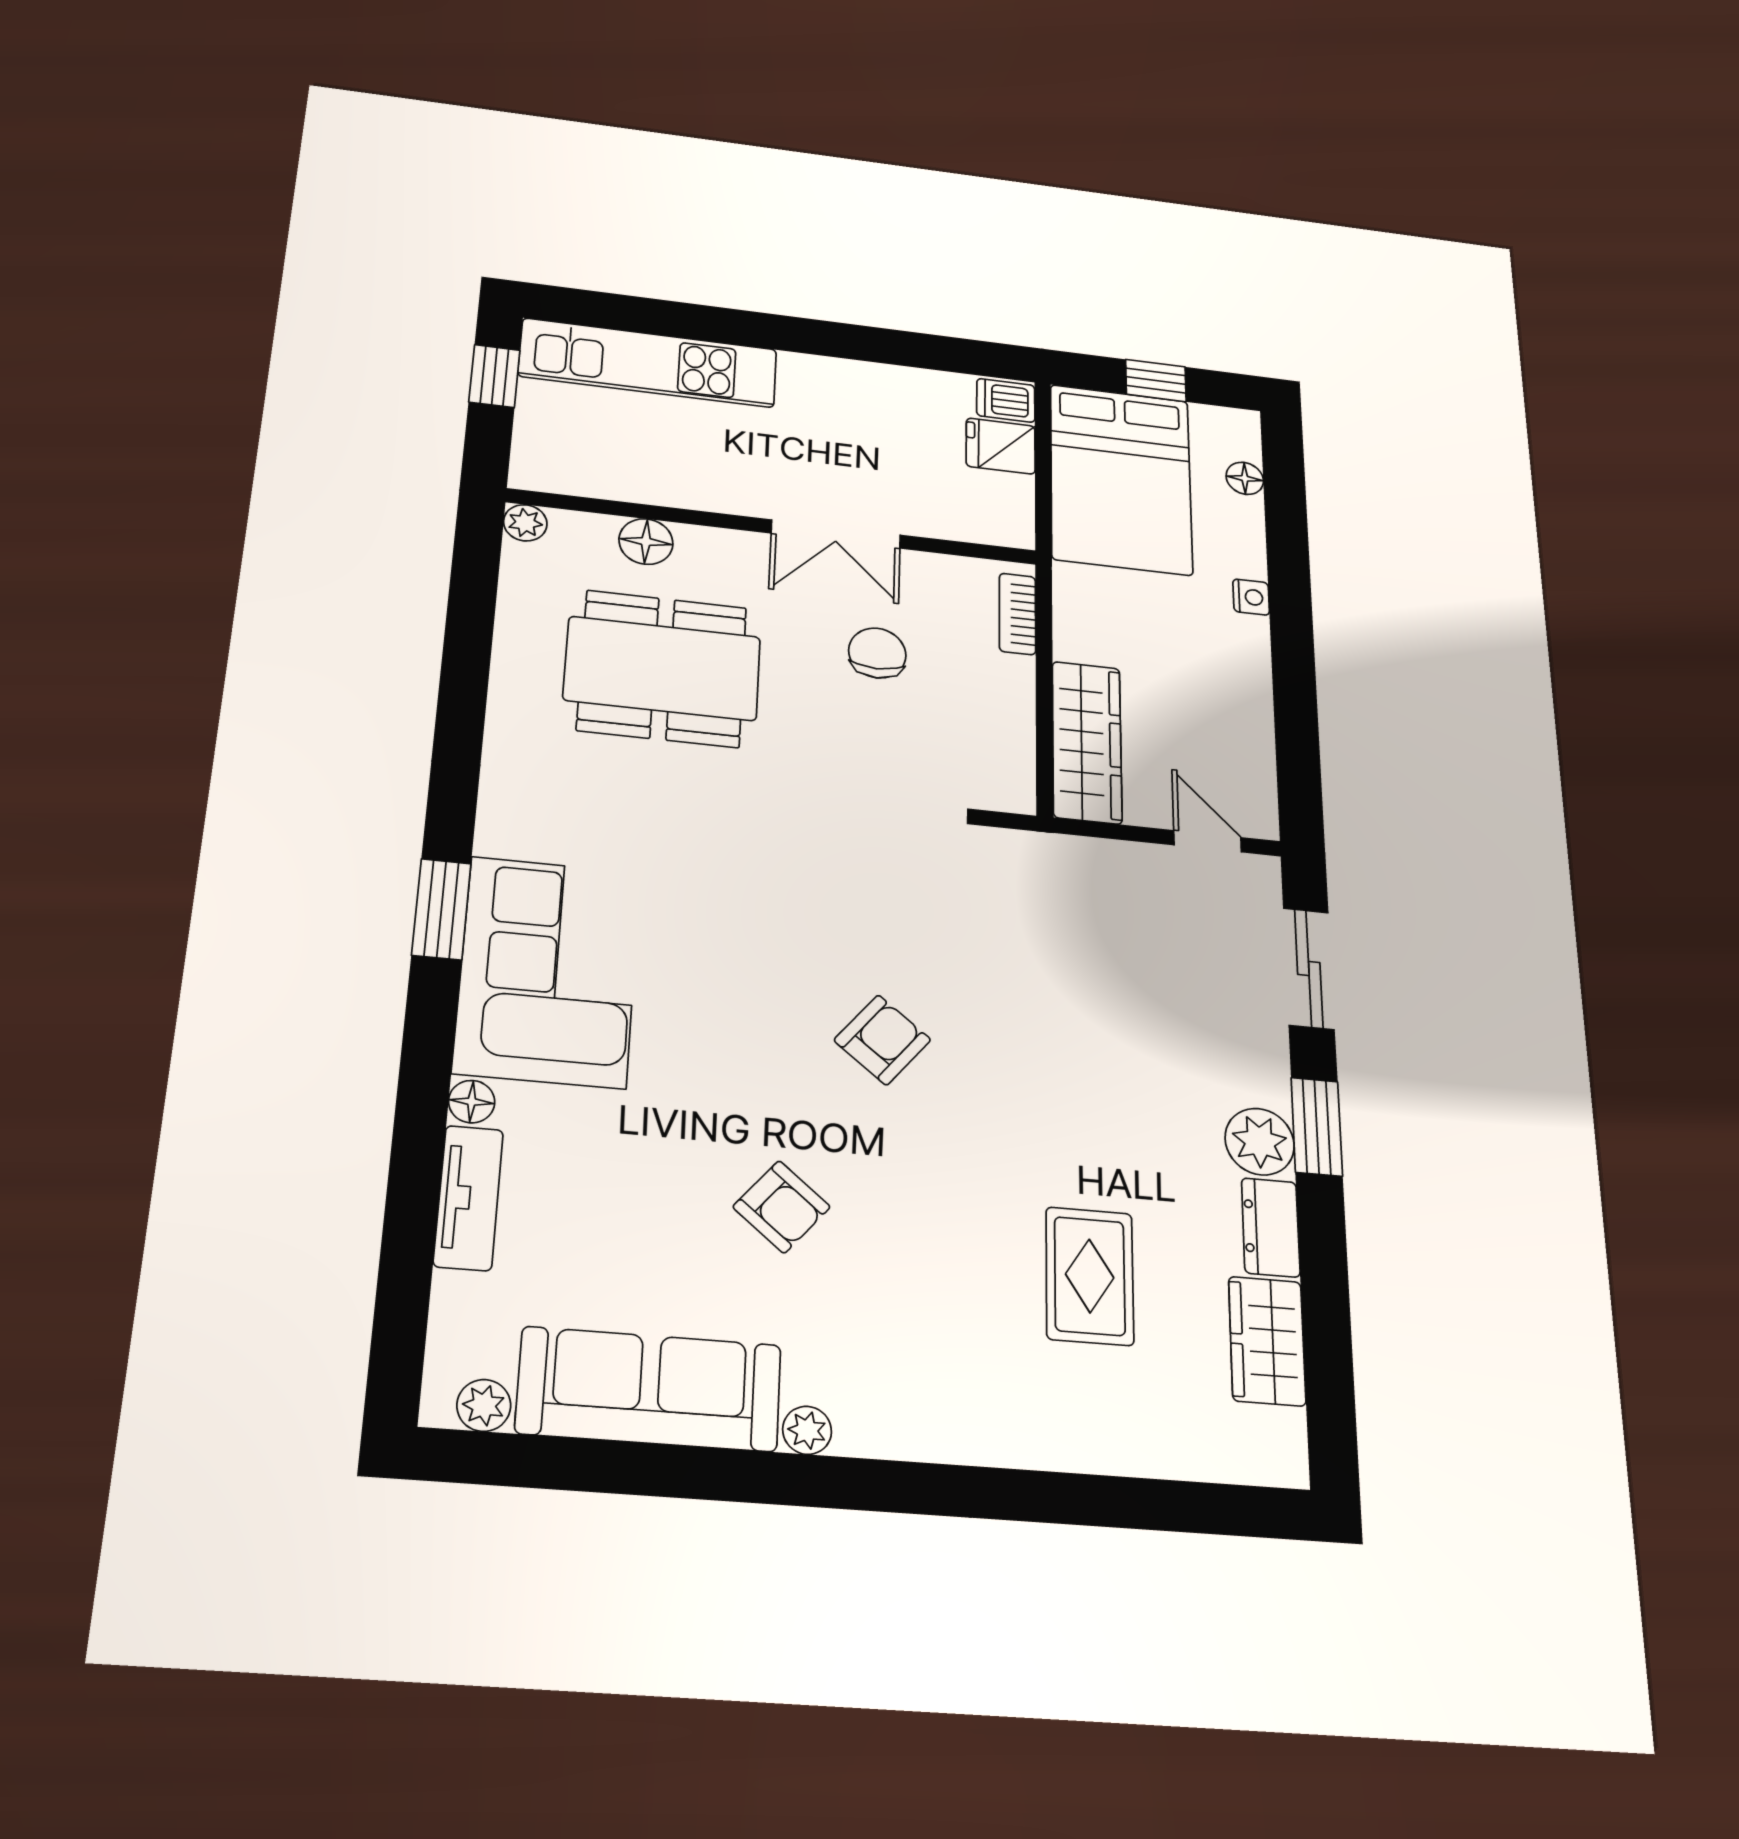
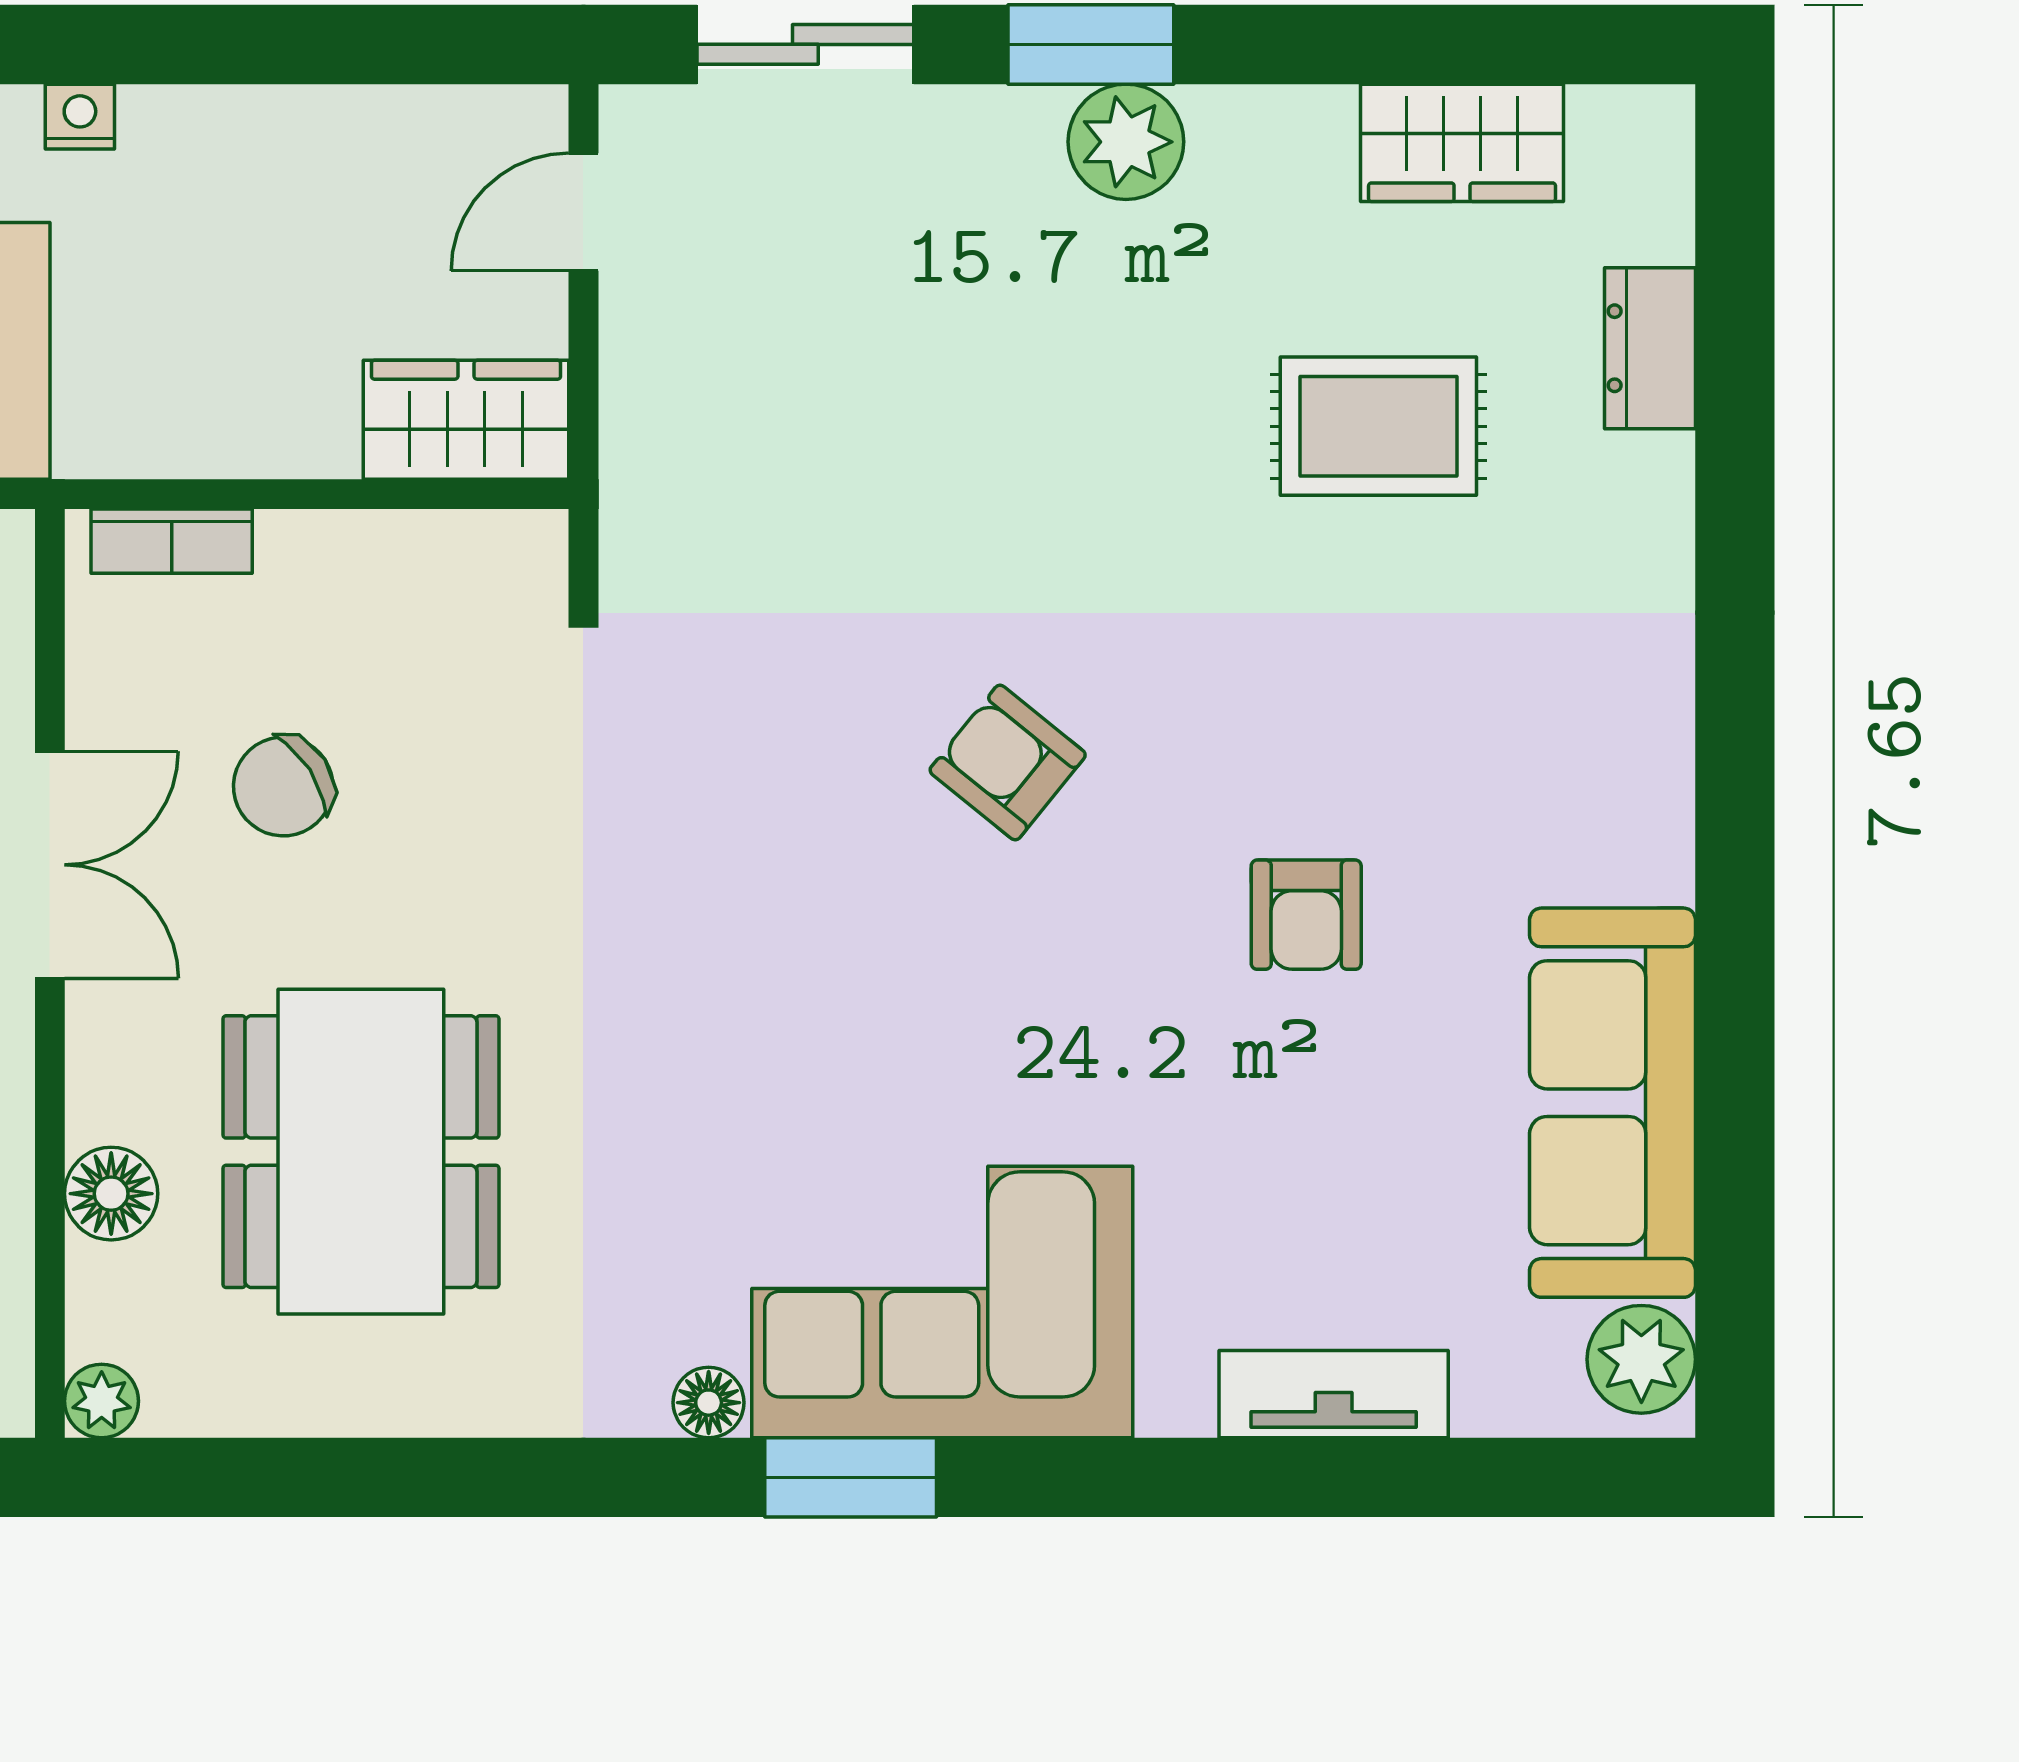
chair: (877, 653) -> (283, 786), turned -33
wardrobe: (1087, 742) -> (466, 420), width x0.67
floor lamp: (472, 1102) -> (709, 1403), moved
armchair: (782, 1207) -> (1306, 915), turned 140
dresser: (1271, 1227) -> (1650, 348), moved, turned 90
plant: (484, 1405) -> (1641, 1359), width x1.38, depth x1.38
plant: (807, 1430) -> (1658, 863), removed

